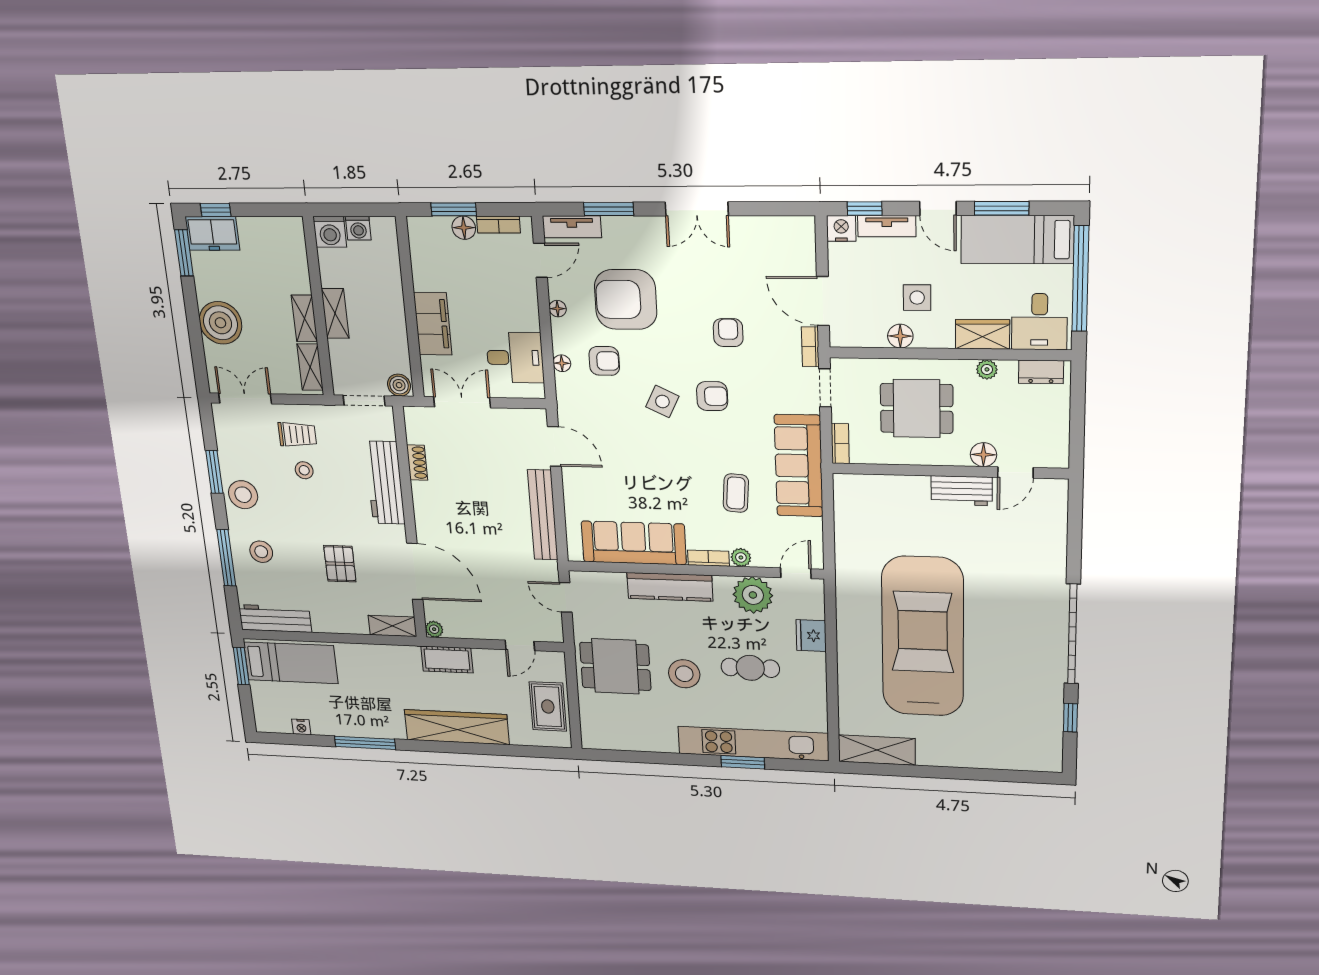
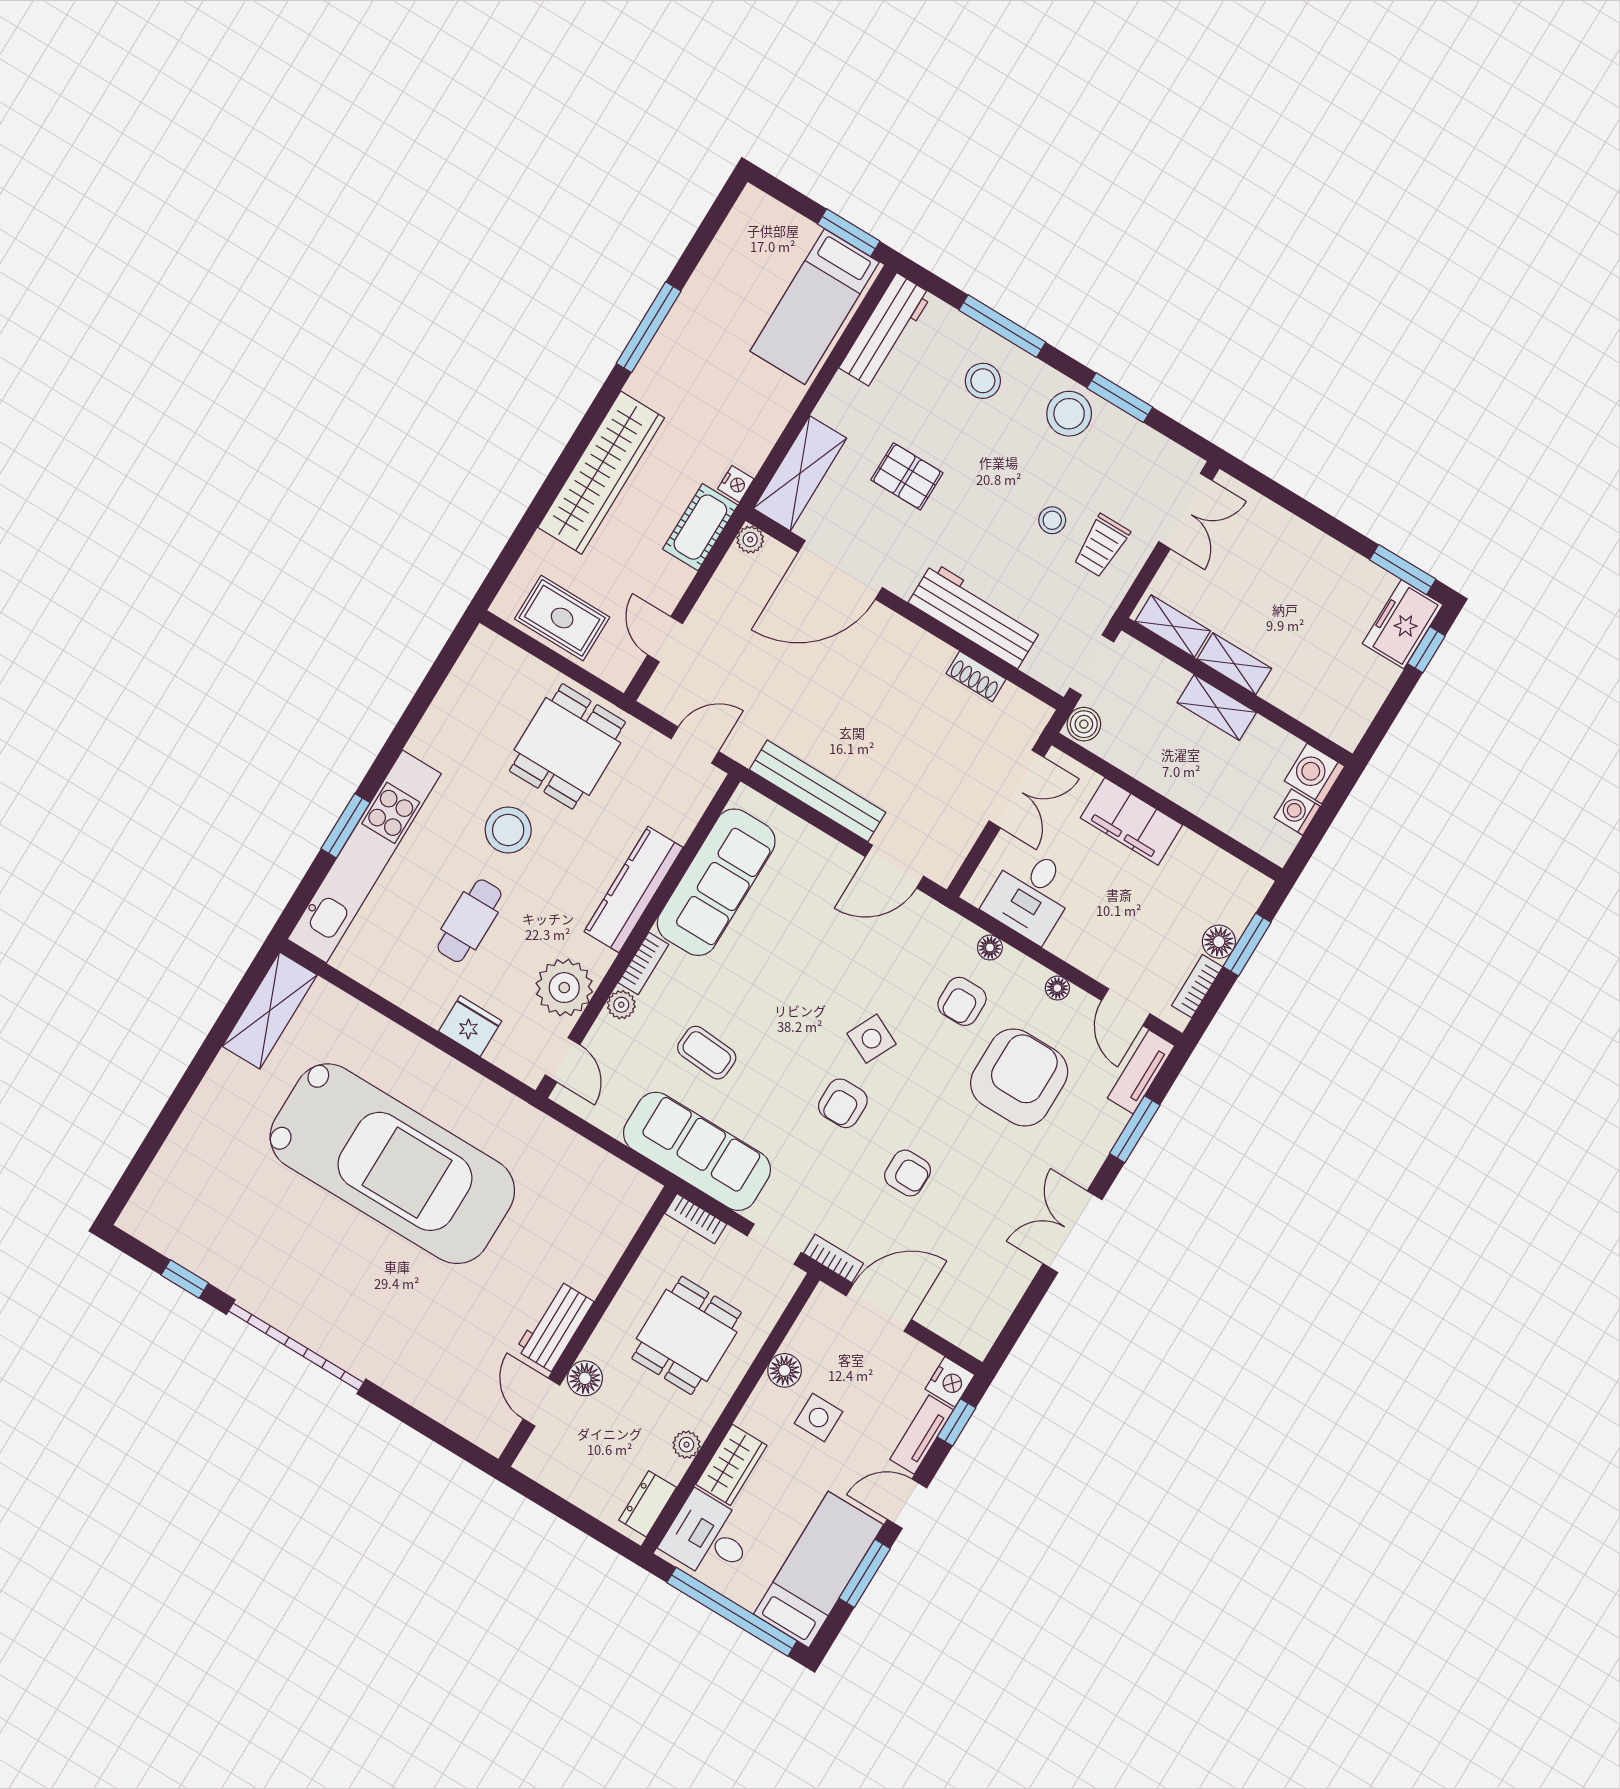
boiler: (220, 323) -> (1294, 551), removed
shelving: (392, 626) -> (800, 473), width x1.50, depth x1.33
nightstand: (301, 727) -> (736, 484), moved, turned 180

